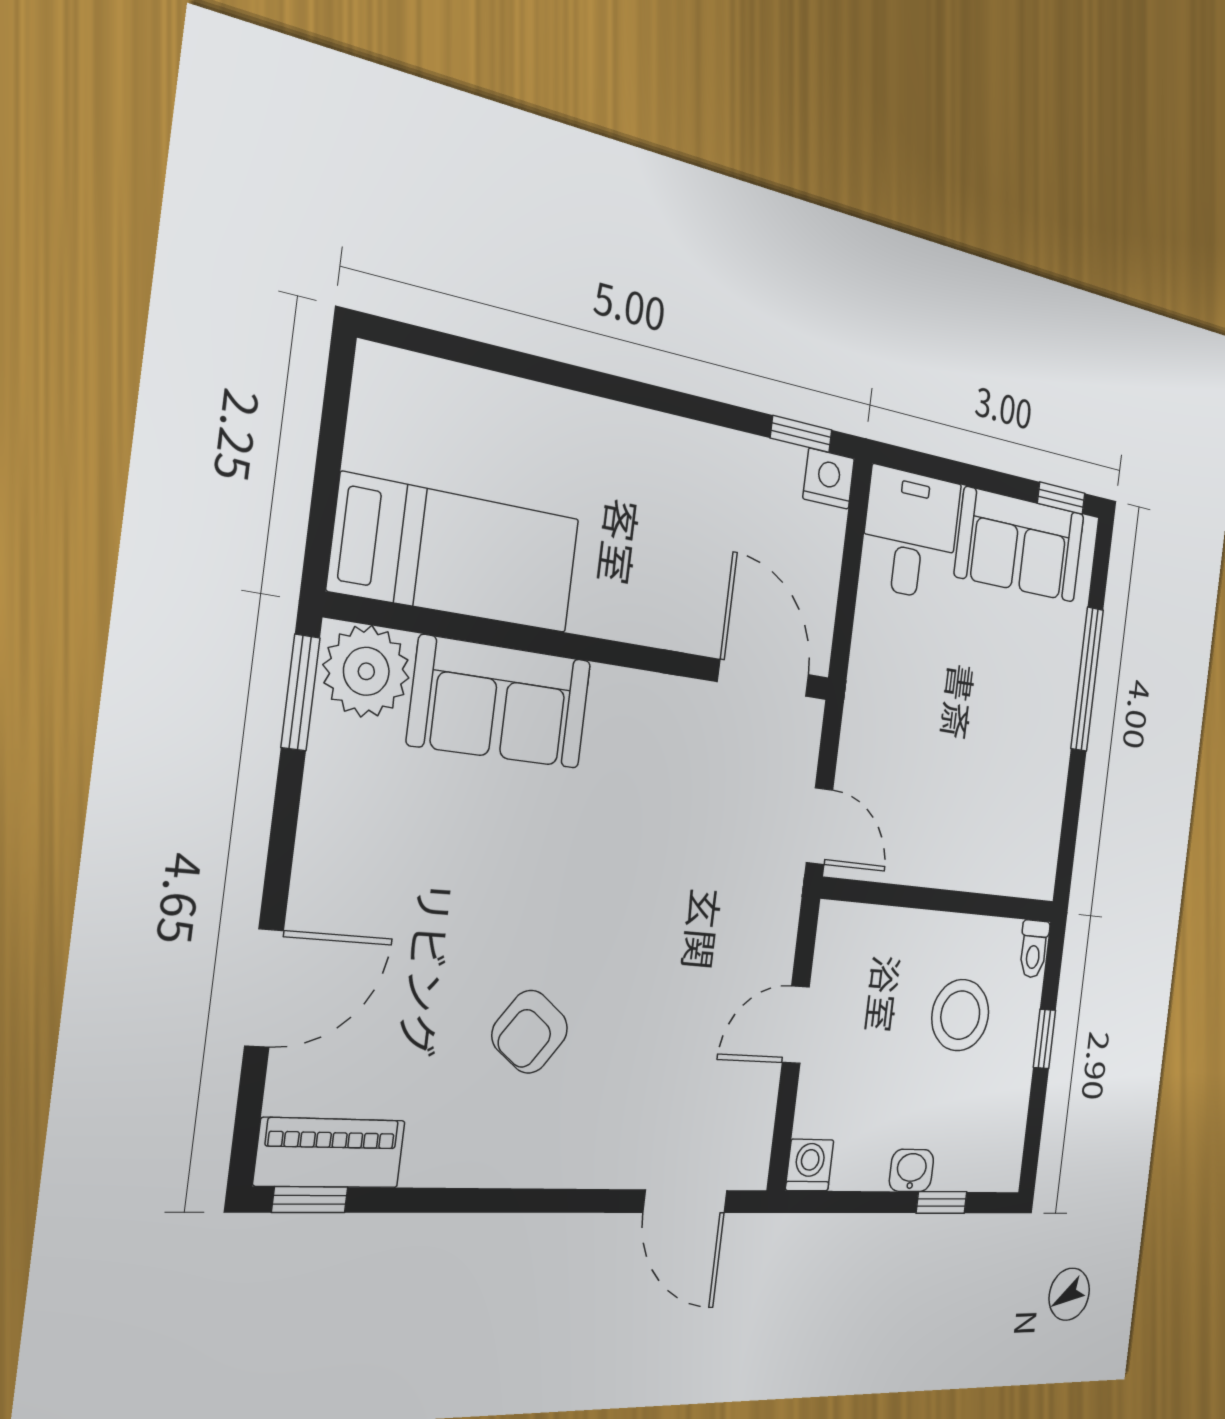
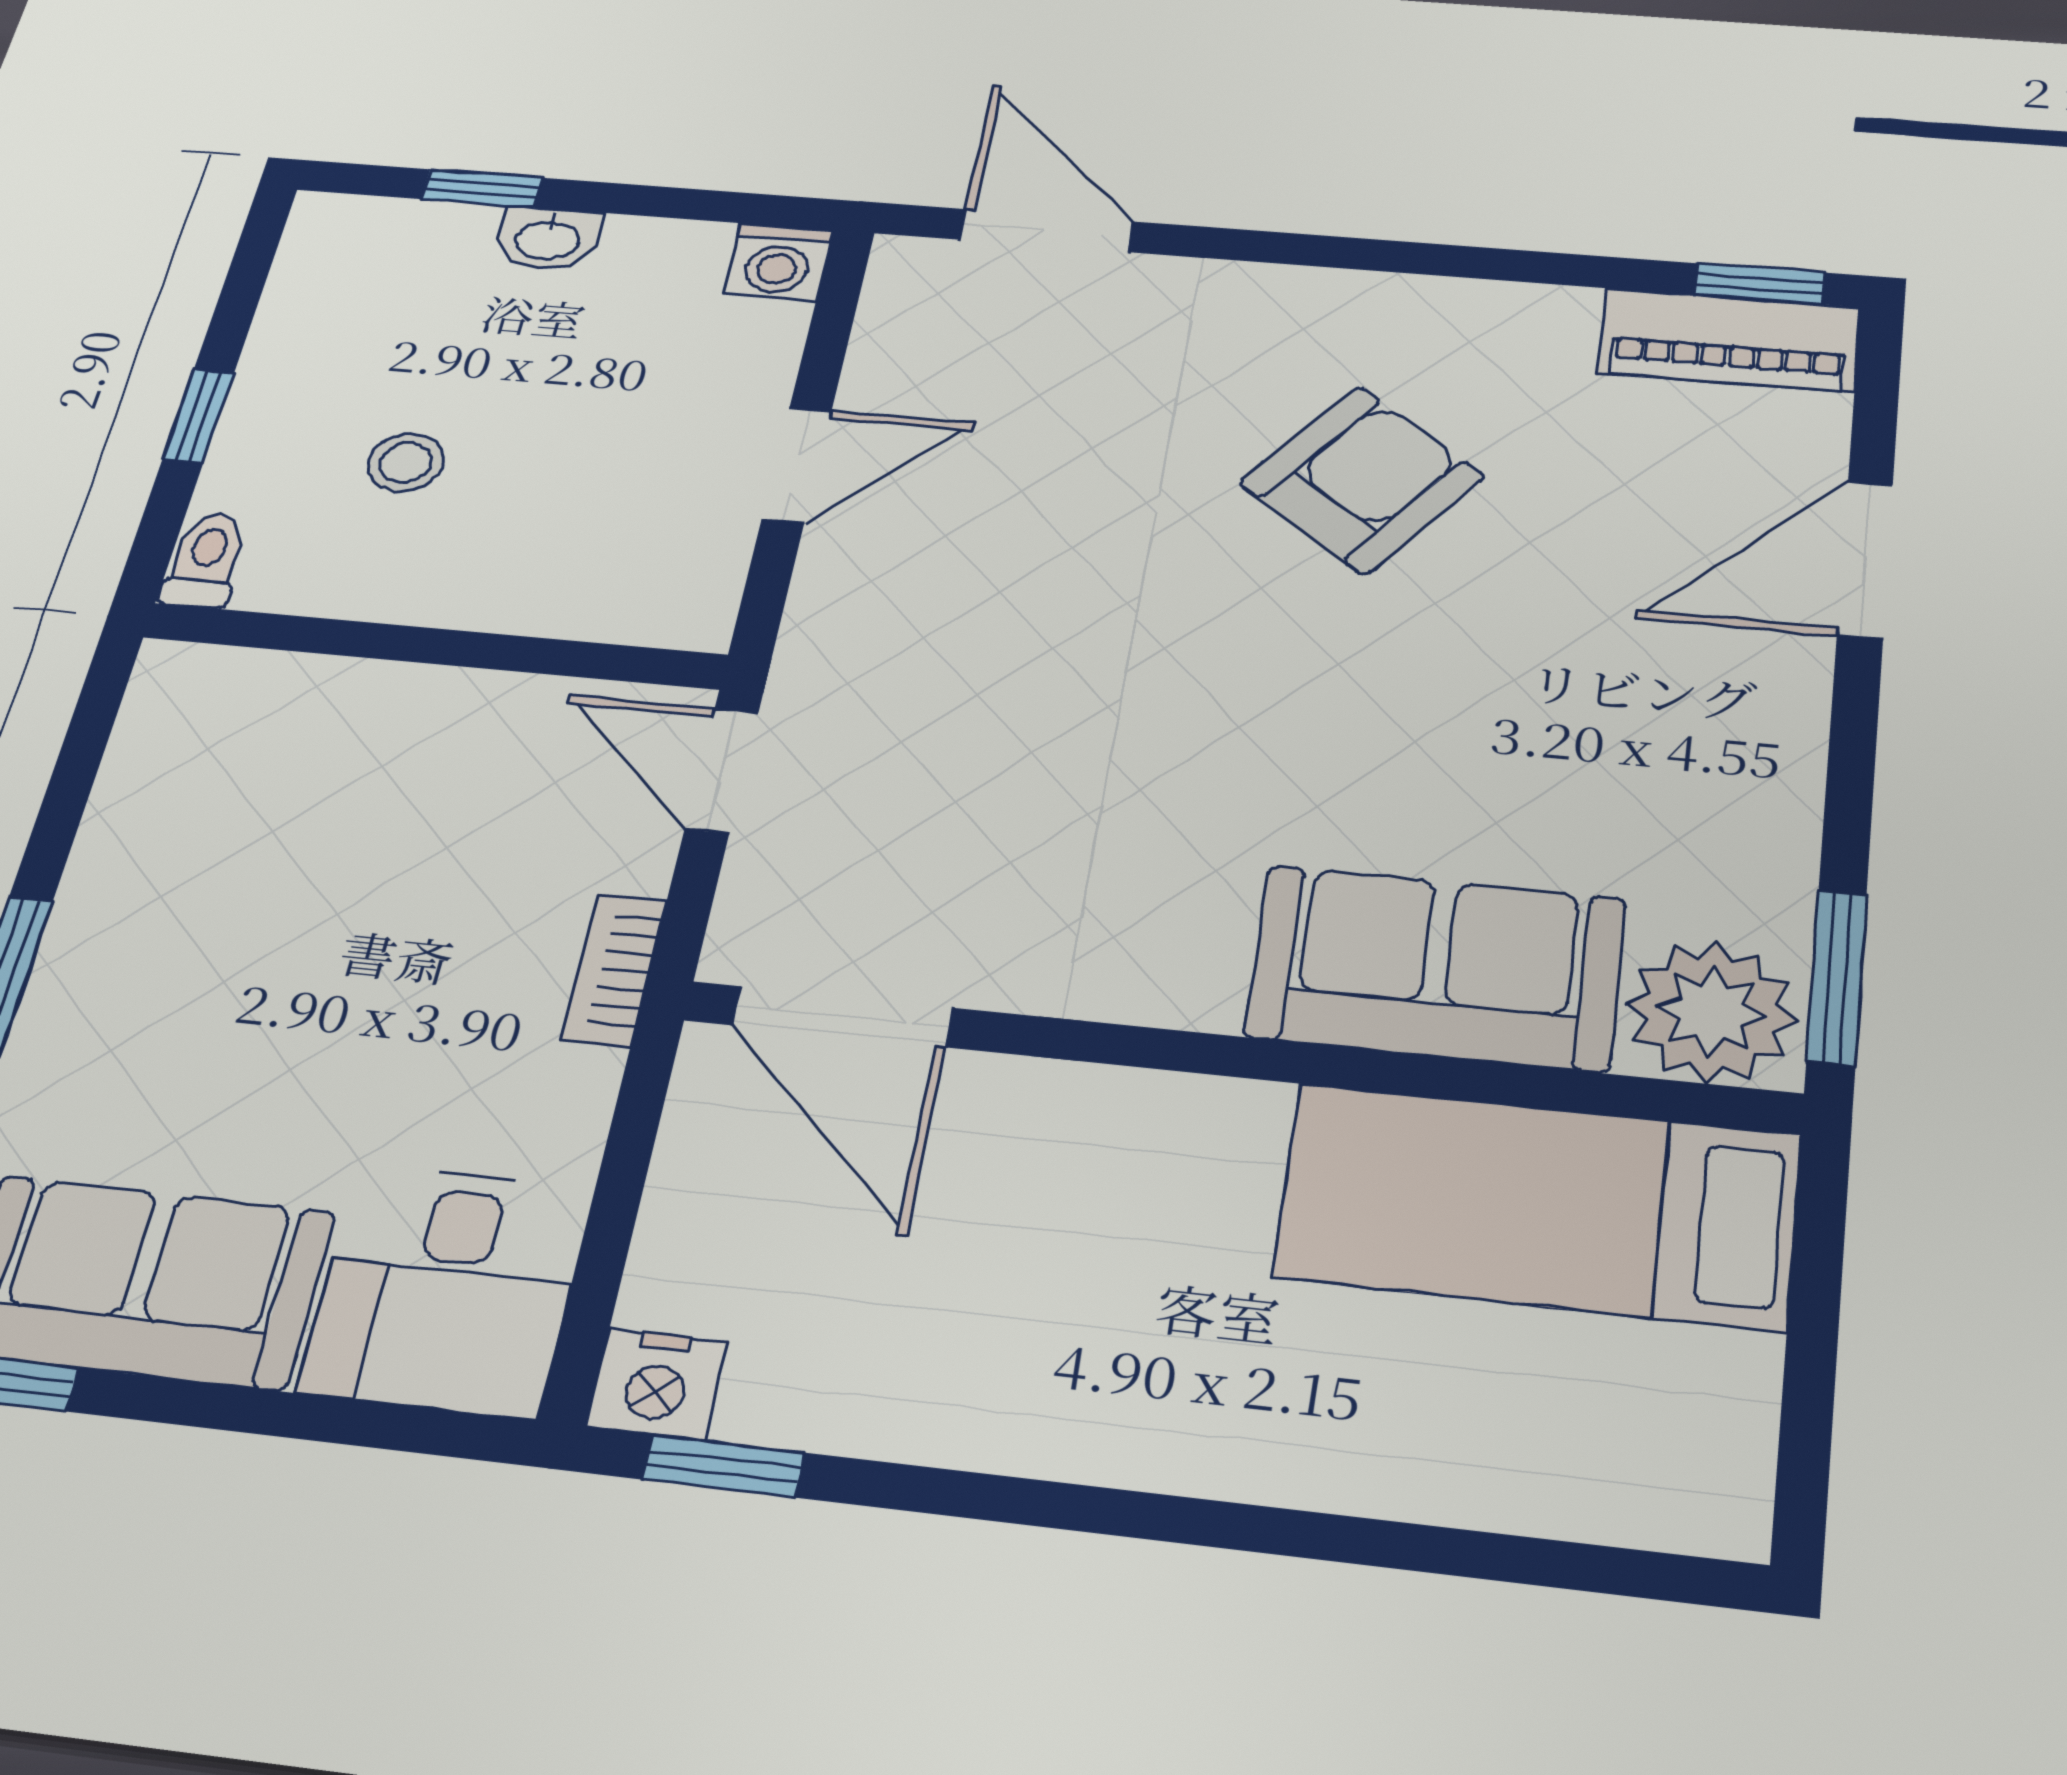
bookcase: (857, 707) -> (614, 970), added
stool: (960, 1015) -> (406, 463), width x0.53, depth x0.53
armchair: (530, 1032) -> (1362, 480), width x1.38, depth x1.38

